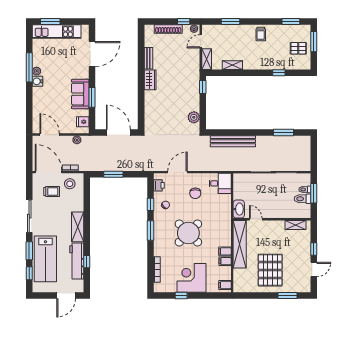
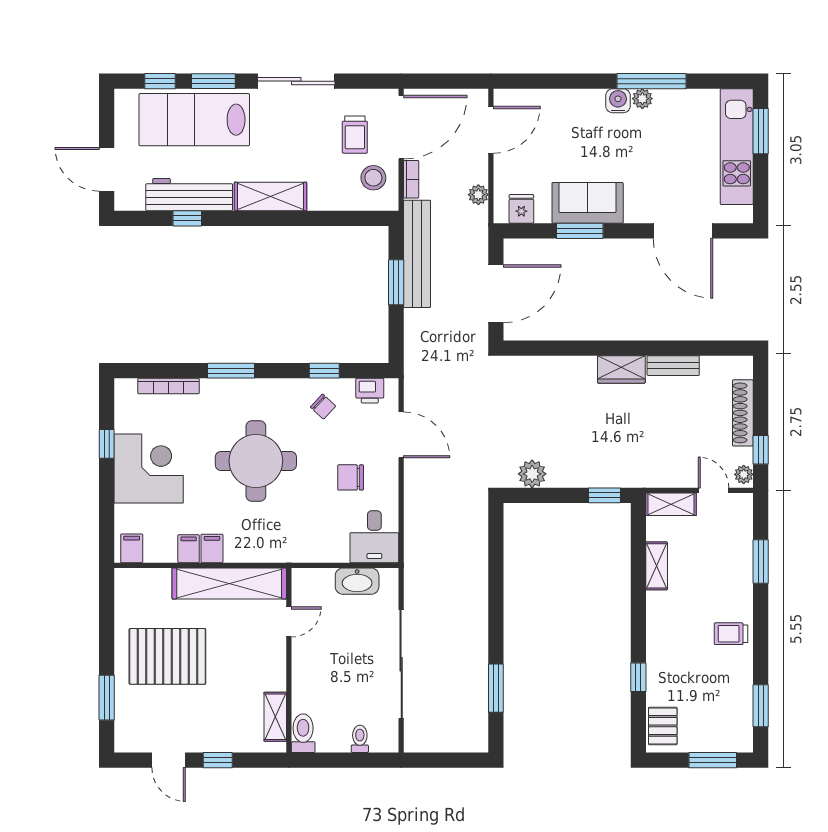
pallet: (298, 48) -> (663, 726), moved
bench: (233, 141) -> (417, 254), moved
window: (314, 193) -> (351, 760), removed
toilet: (302, 199) -> (303, 733), moved
washbasin: (239, 209) -> (357, 581), moved
window: (151, 231) -> (231, 371), moved
round table: (188, 233) -> (256, 461), turned 45

